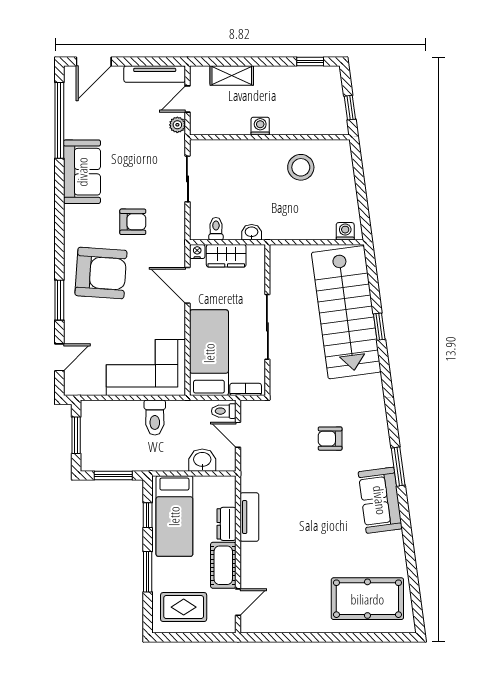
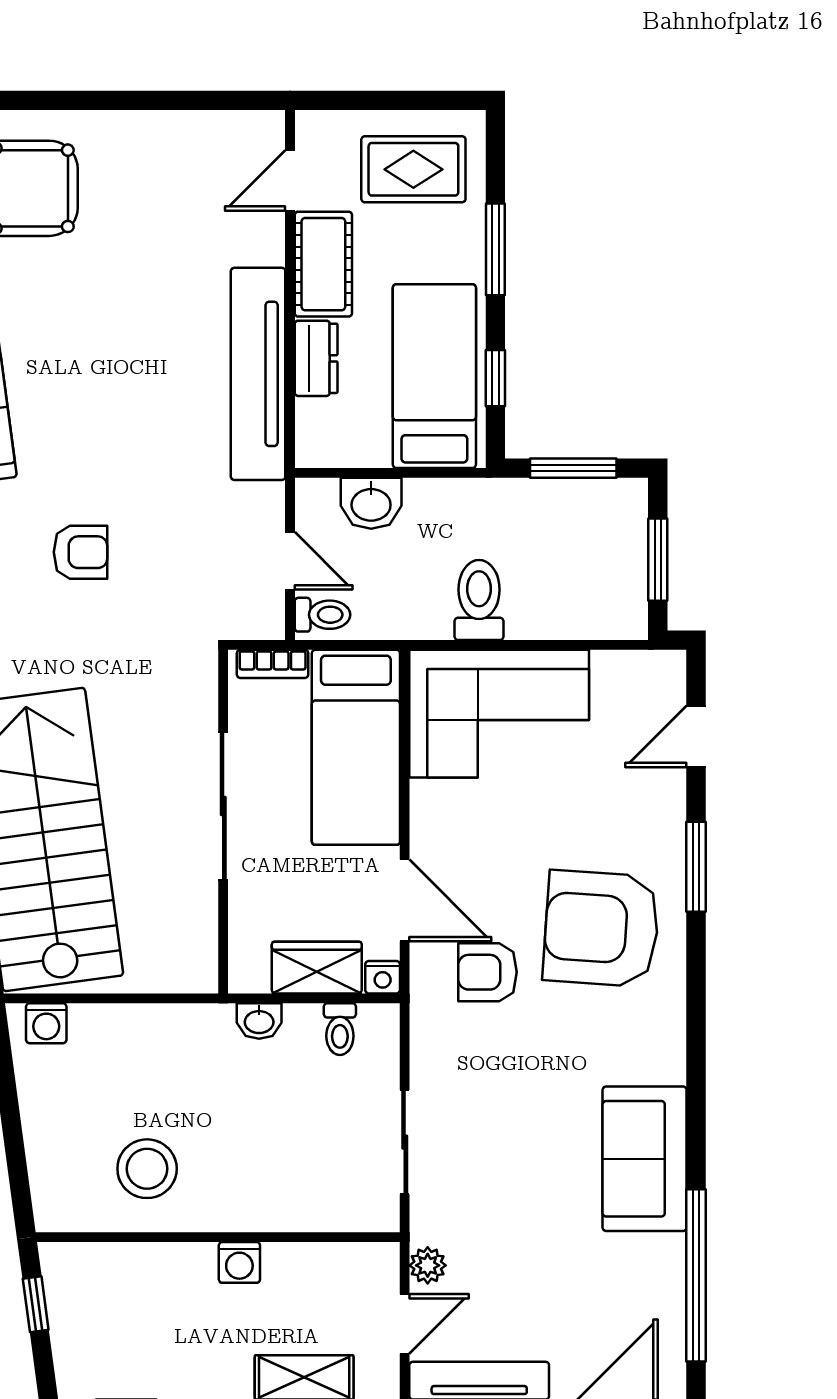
armchair: (133, 222) -> (487, 972), moved
tv unit: (249, 517) -> (258, 374), width x1.92, depth x1.29

